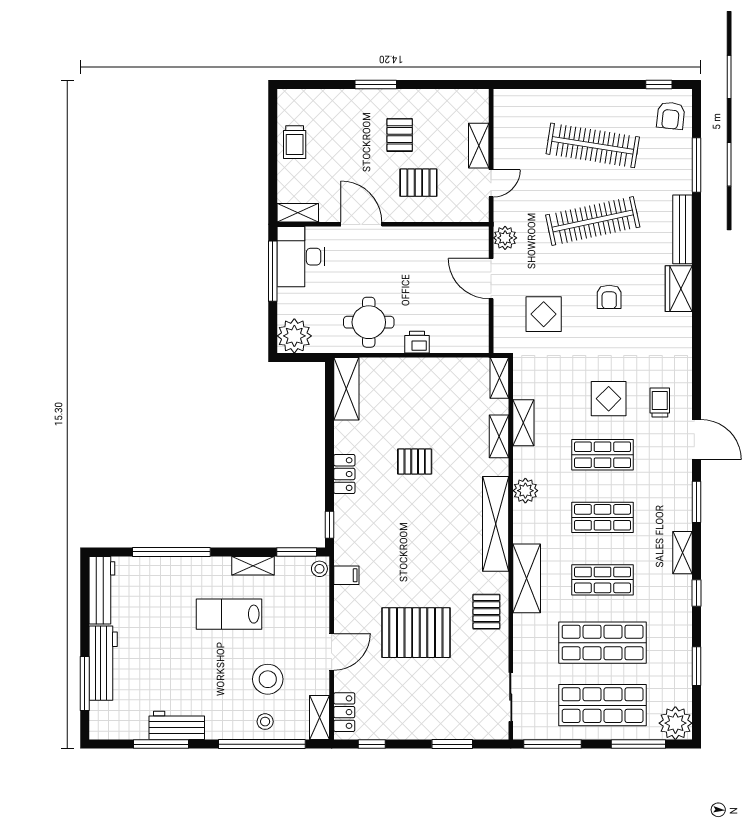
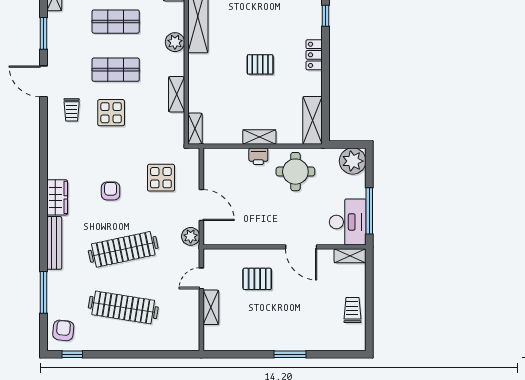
pallet: (400, 135) -> (272, 316), removed
shelving: (499, 436) -> (259, 137), moved, turned 90

